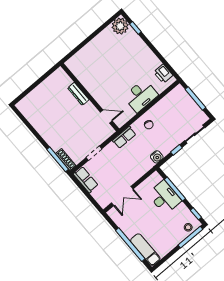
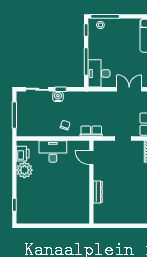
plant: (120, 26) -> (24, 170), moved
water cooler: (157, 157) -> (58, 96), moved
desk: (164, 197) -> (99, 73), moved

